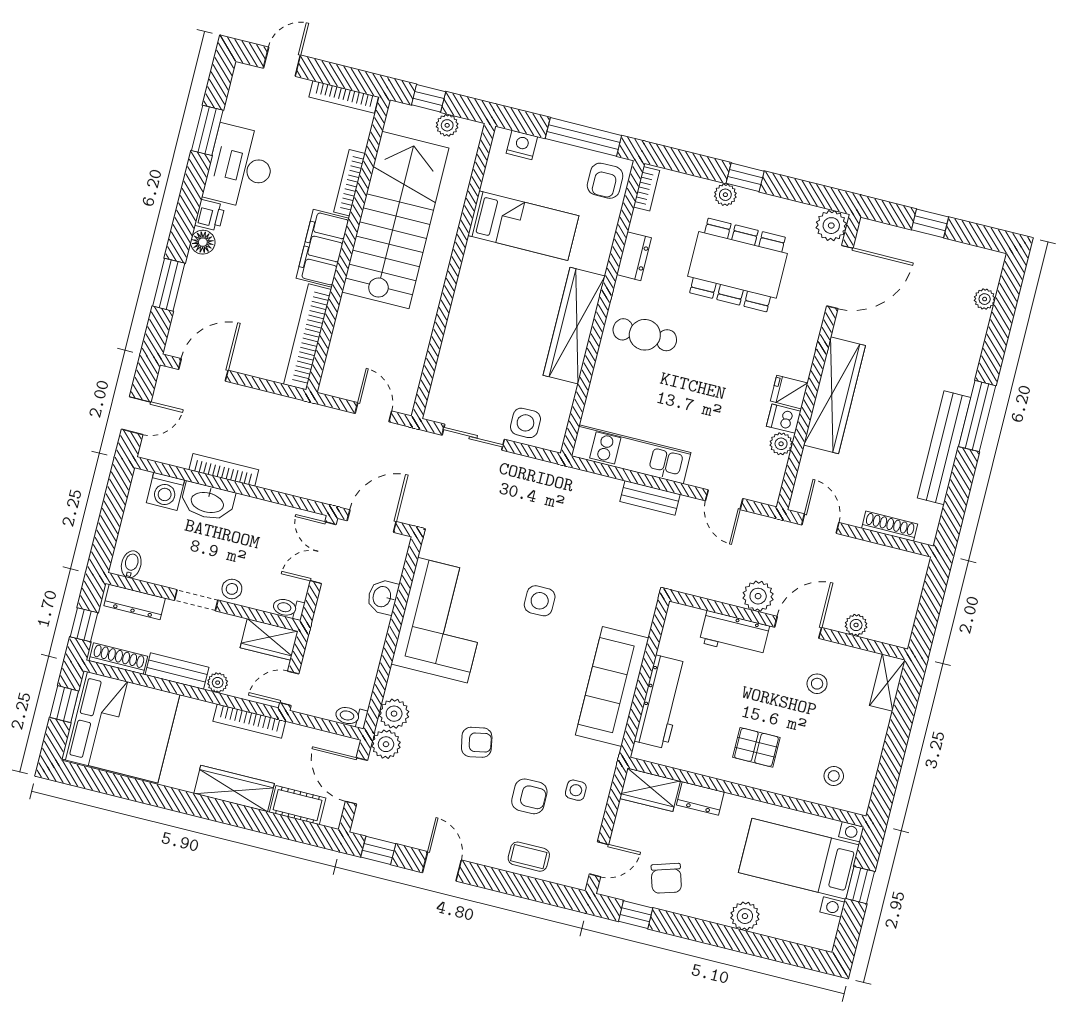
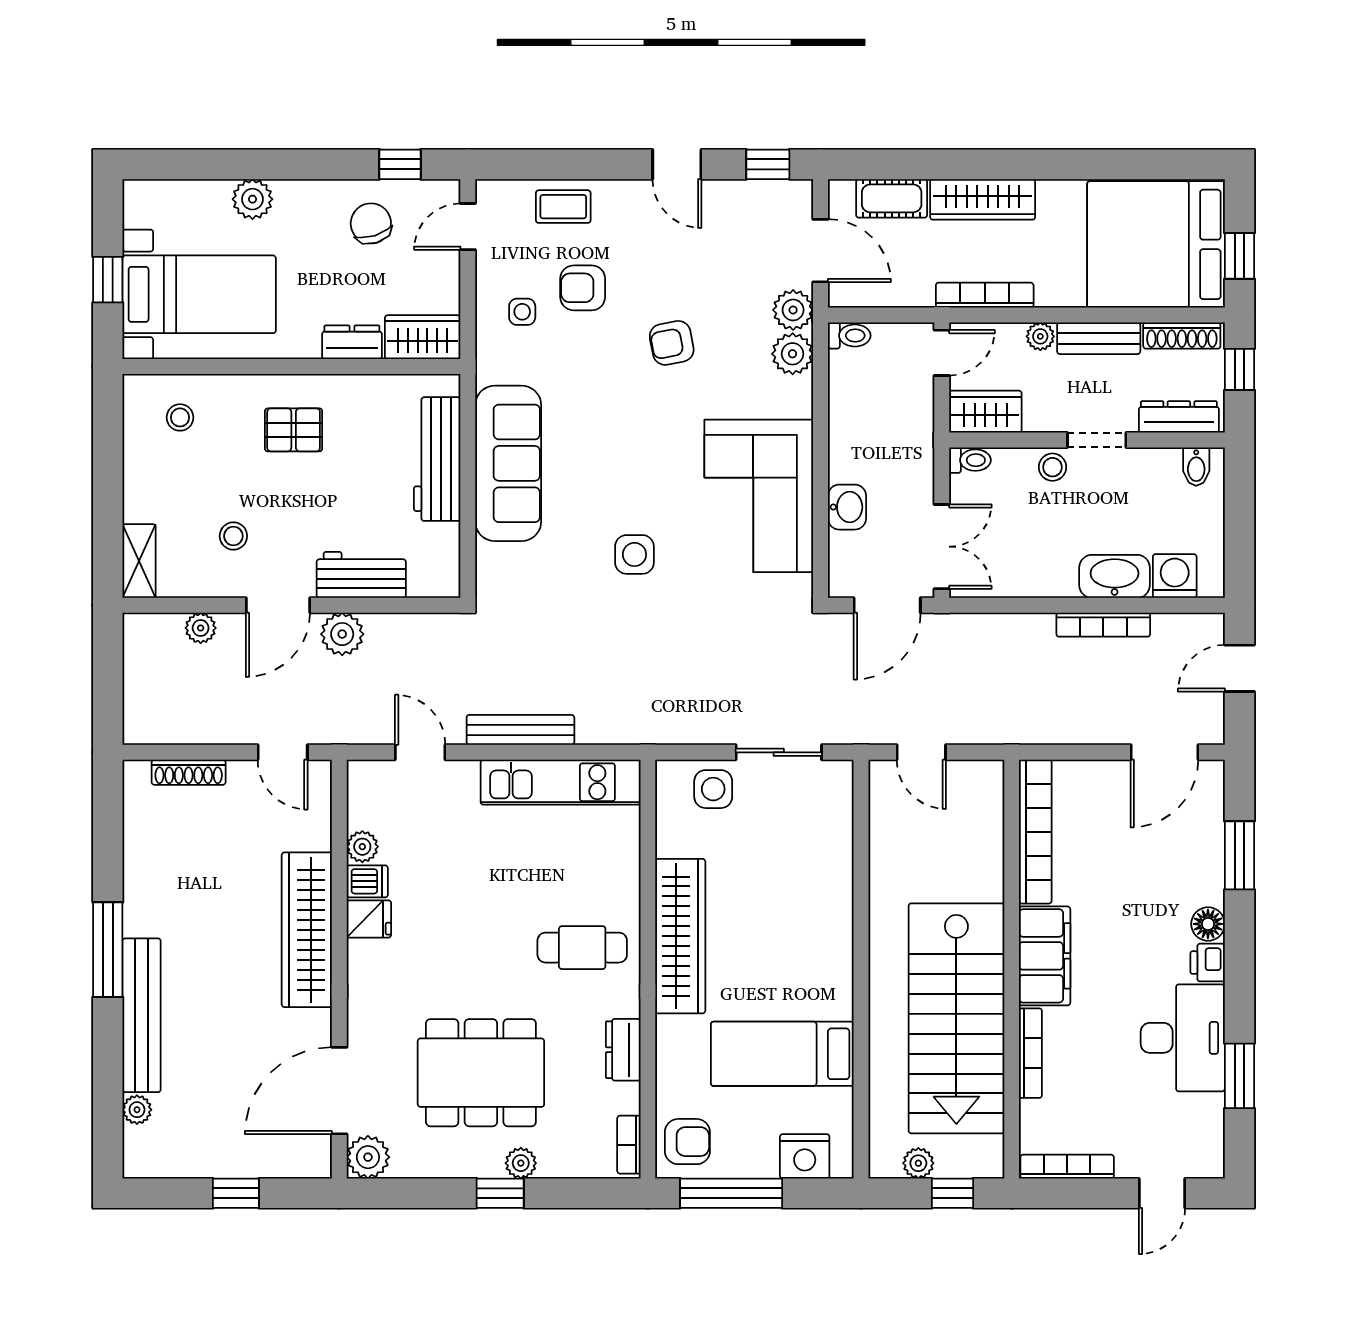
nightstand: (522, 145) -> (805, 1156), width x1.36, depth x1.33
armchair: (605, 181) -> (687, 1142), turned 90
bench: (944, 448) -> (142, 1015), moved
bench: (650, 498) -> (520, 730), width x1.36

